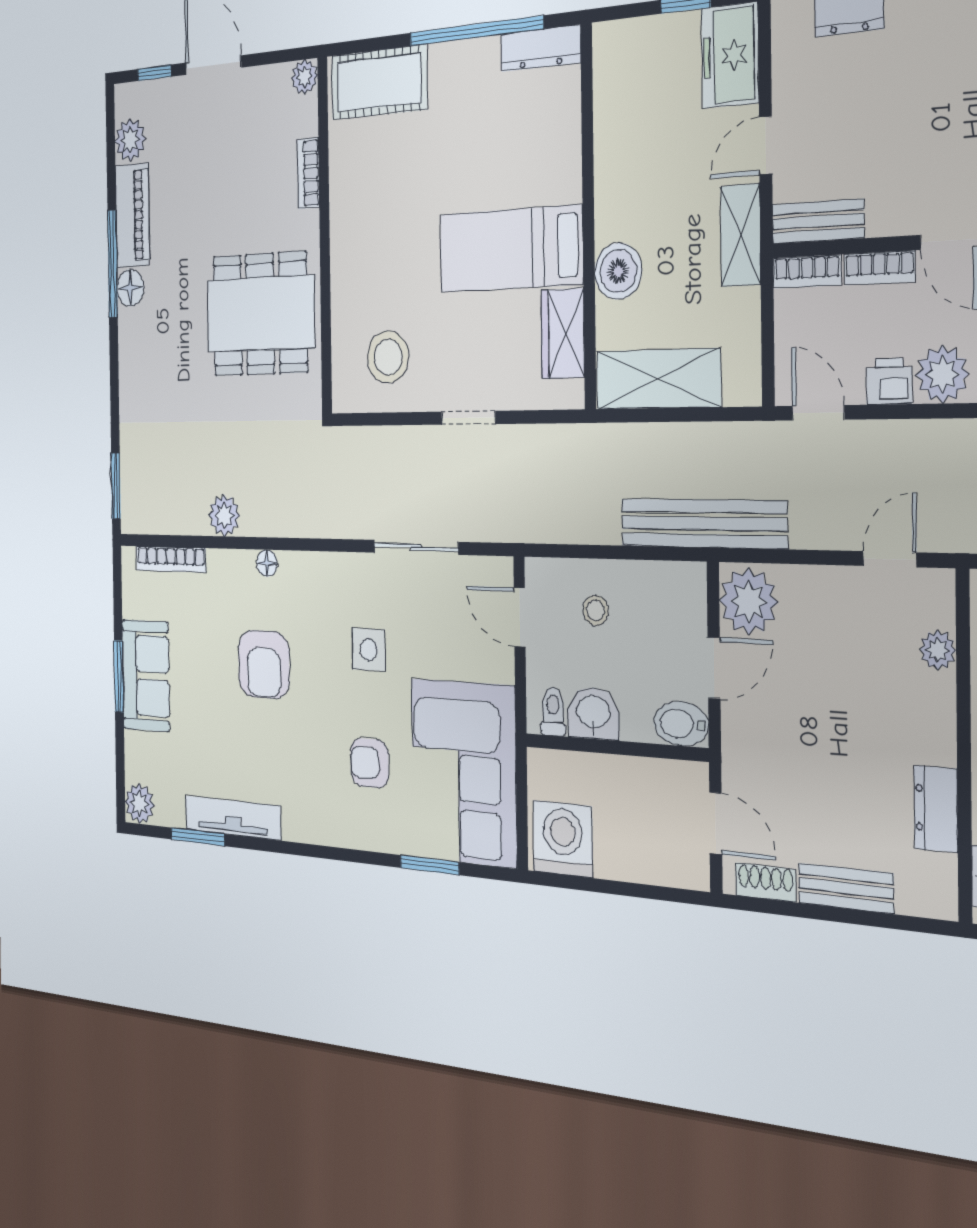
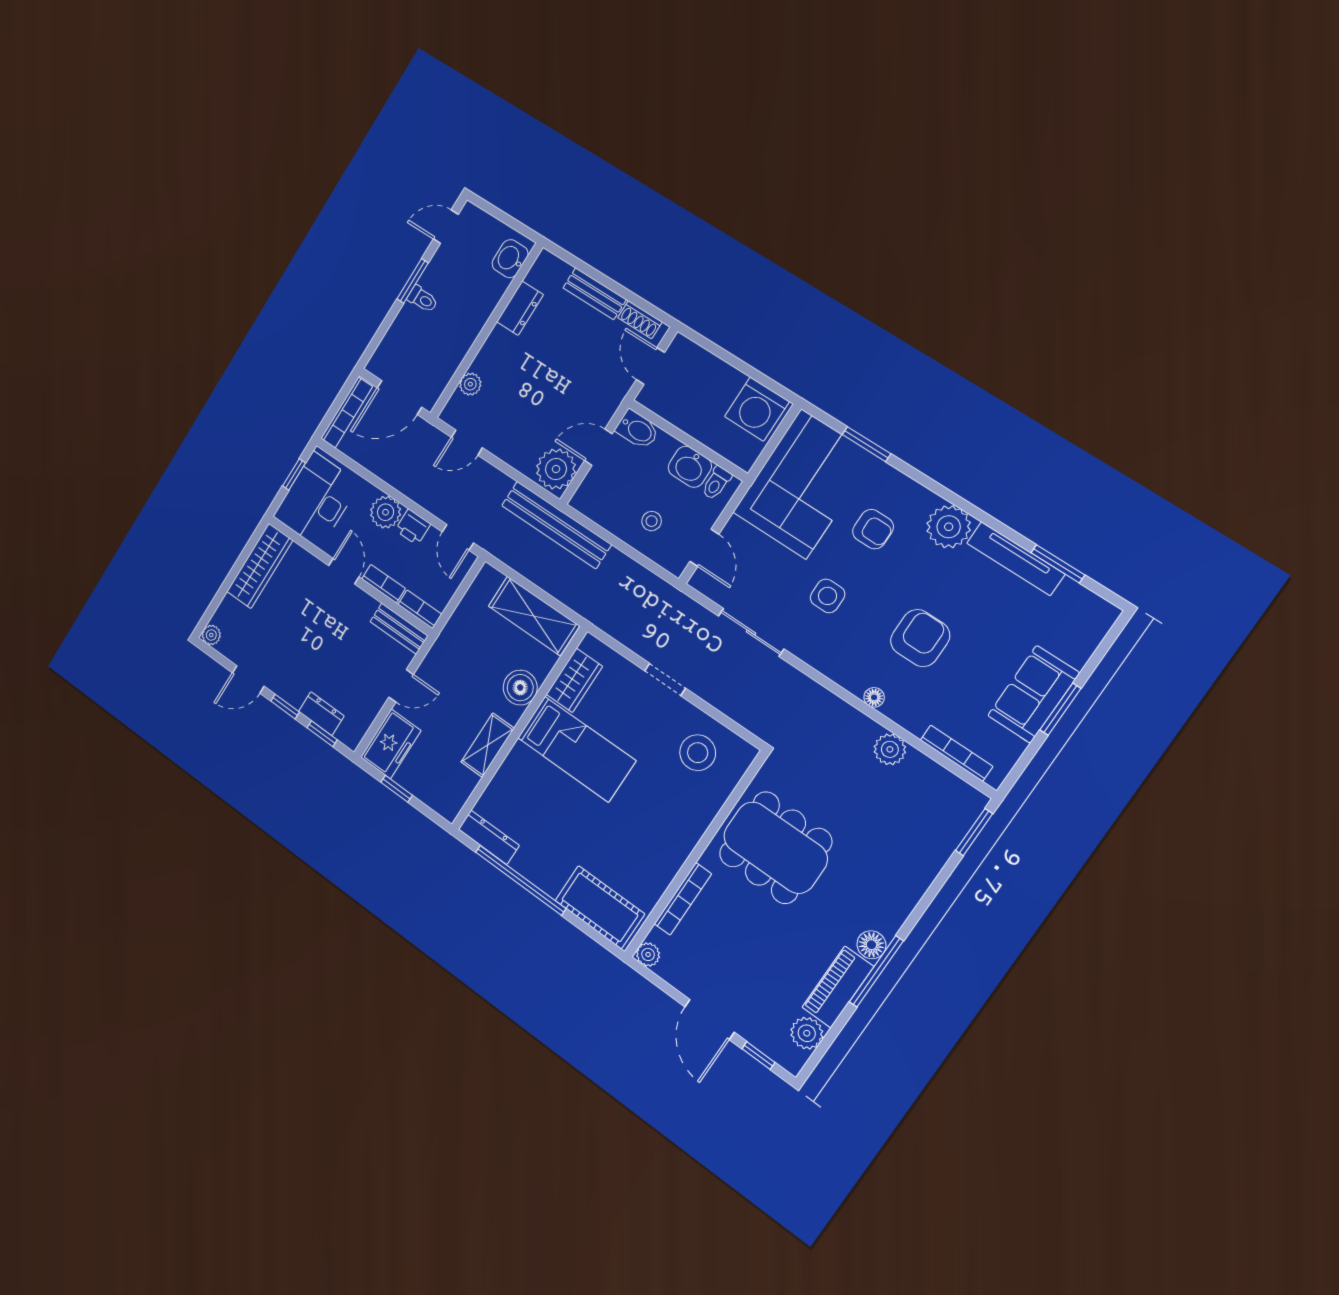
bookcase: (308, 173) -> (683, 899), width x1.56
shelving: (741, 235) -> (488, 745), moved
plant: (140, 804) -> (949, 527), moved, width x1.36, depth x1.36

